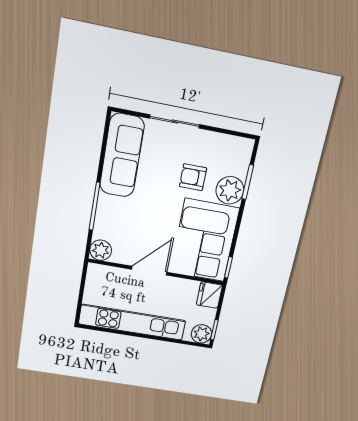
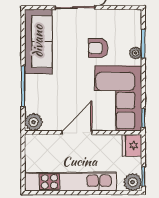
plant: (230, 190) -> (136, 53), width x0.53, depth x0.53

